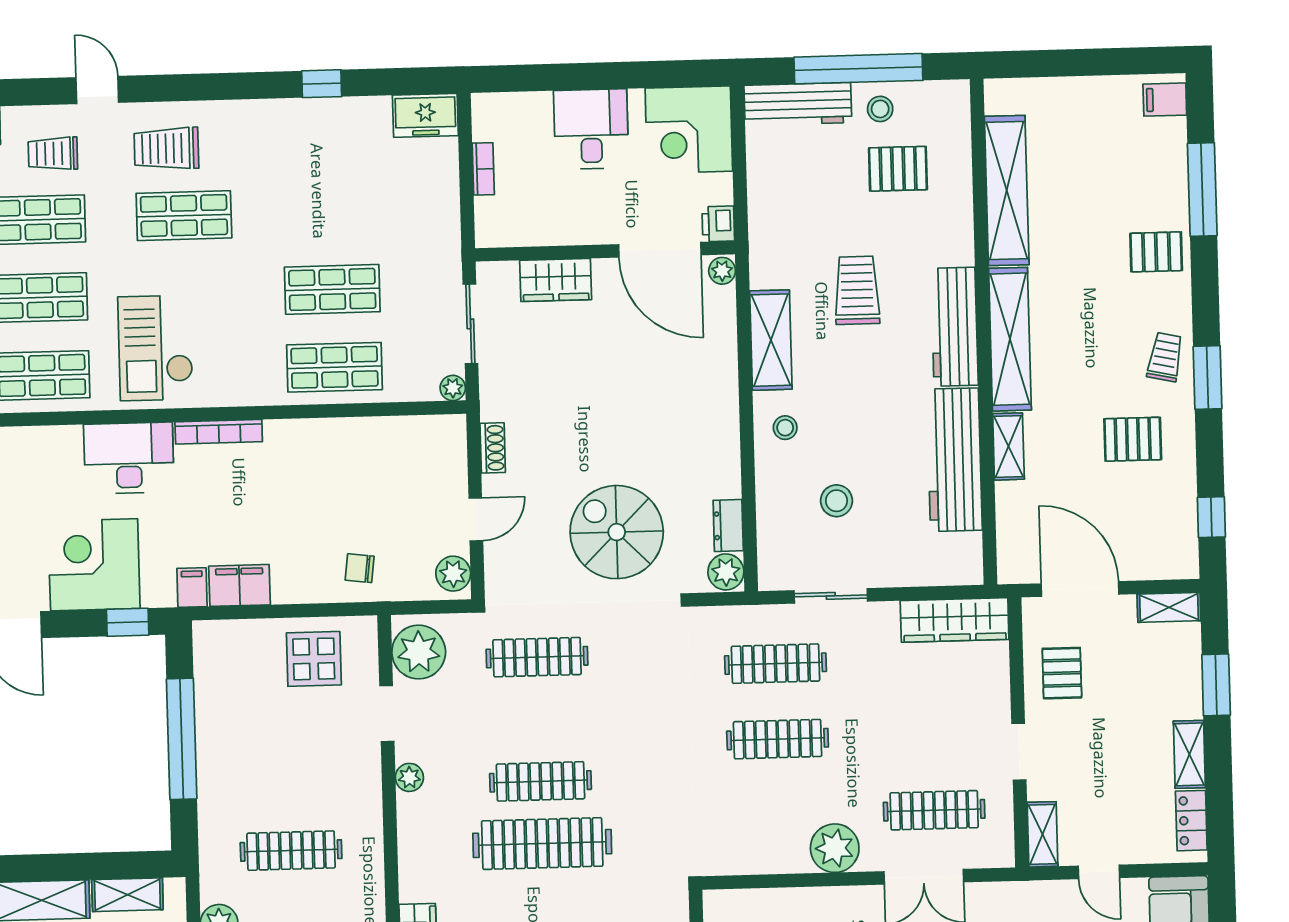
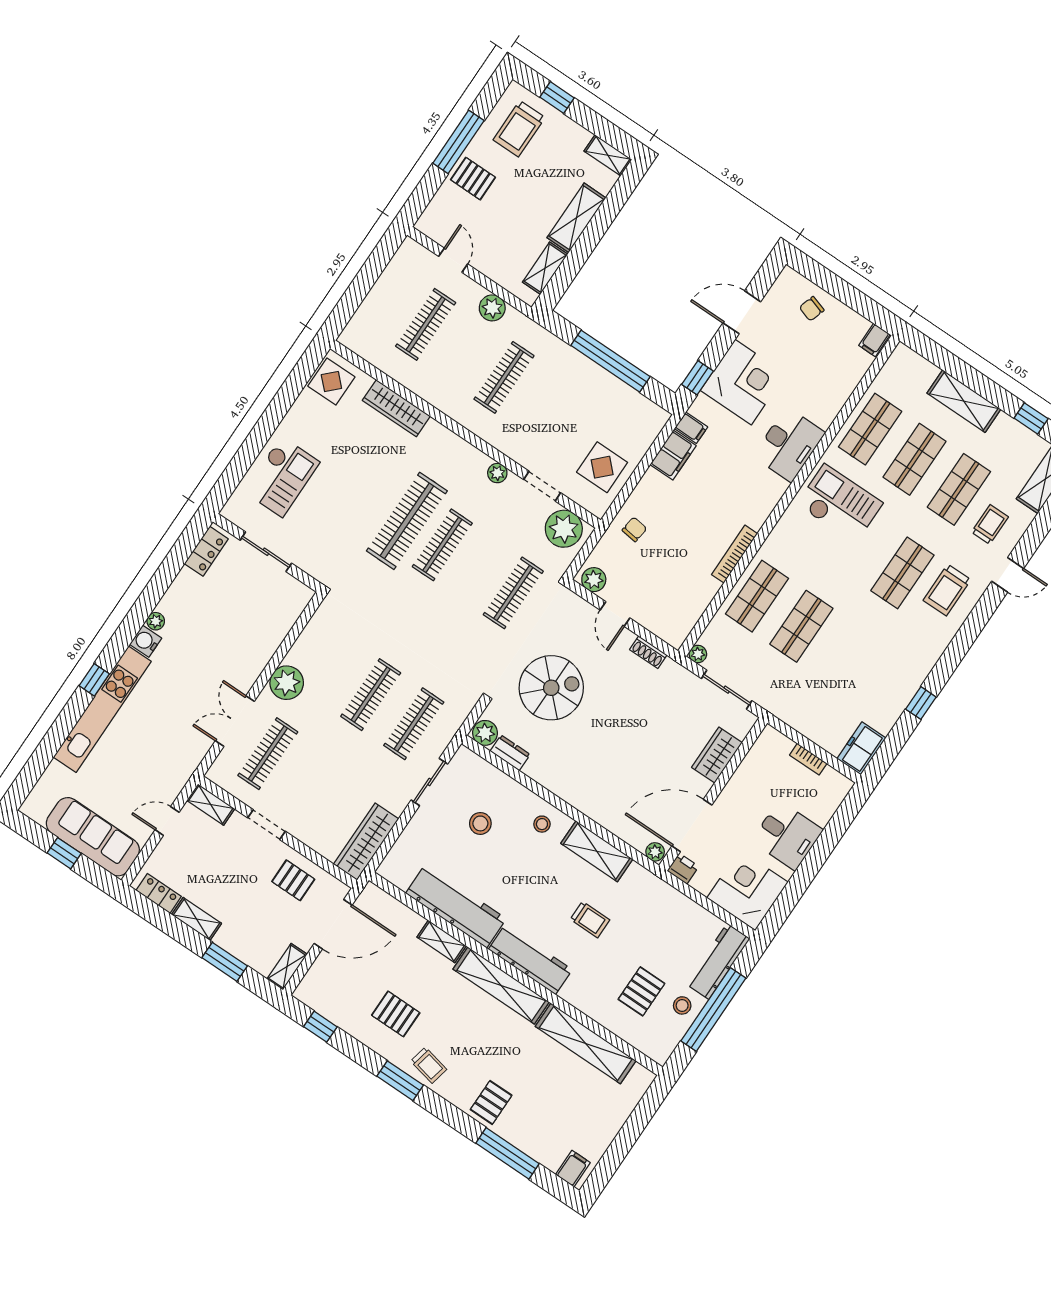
trolley: (166, 148) -> (947, 590), turned 180
trolley: (857, 290) -> (590, 920), width x0.73, depth x0.72
bookcase: (219, 432) -> (735, 554), moved
pallet: (1133, 439) -> (396, 1014), turned 90

